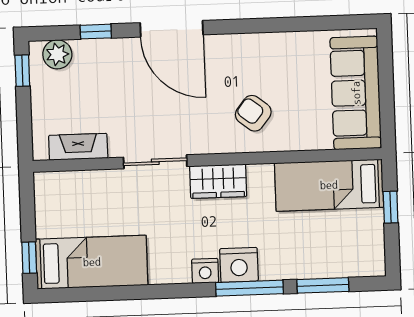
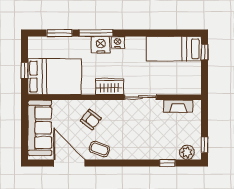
door: (172, 29) -> (69, 163), moved
coffee table: (234, 55) -> (99, 149), added
bed: (329, 185) -> (55, 77), width x1.50

